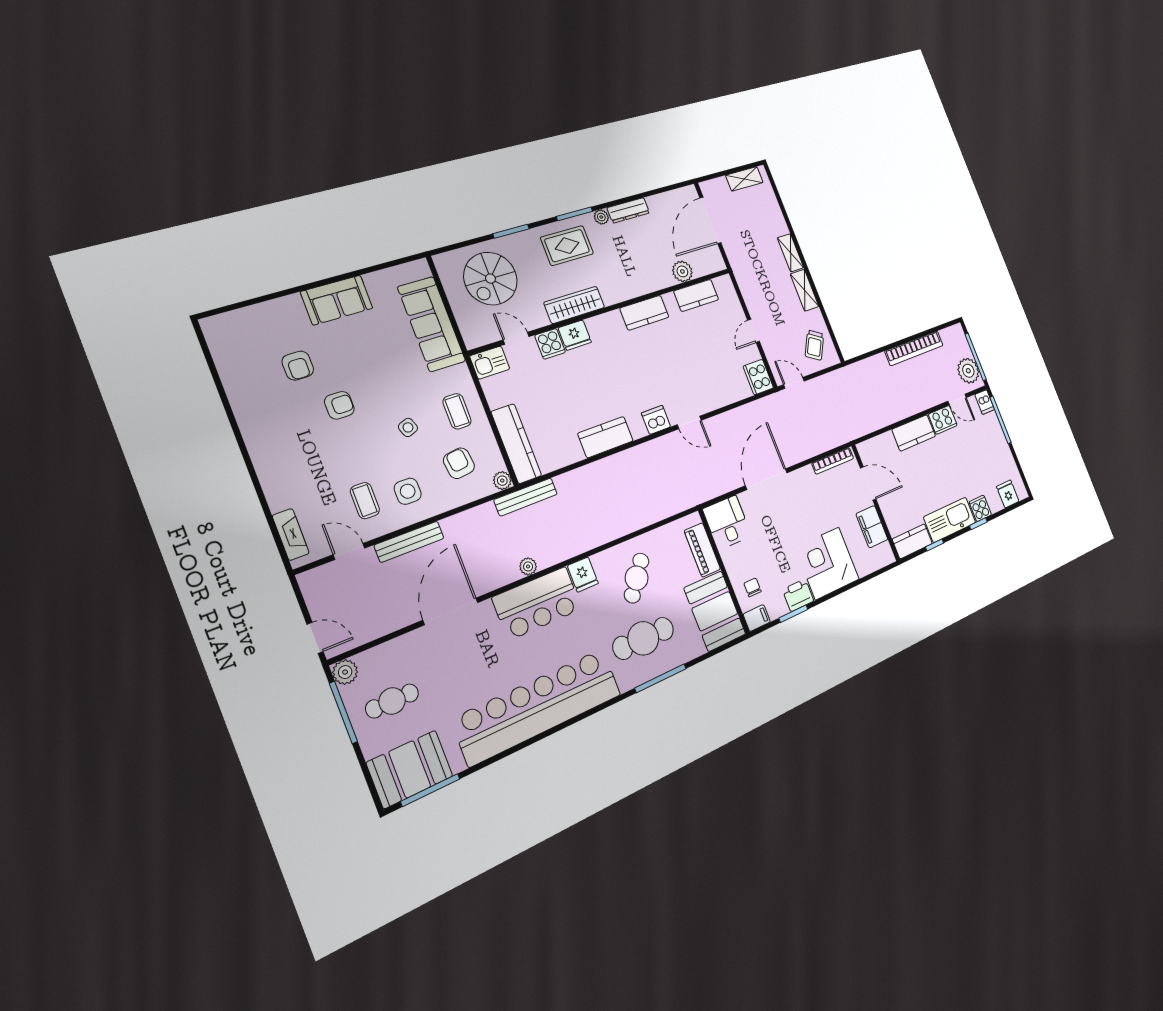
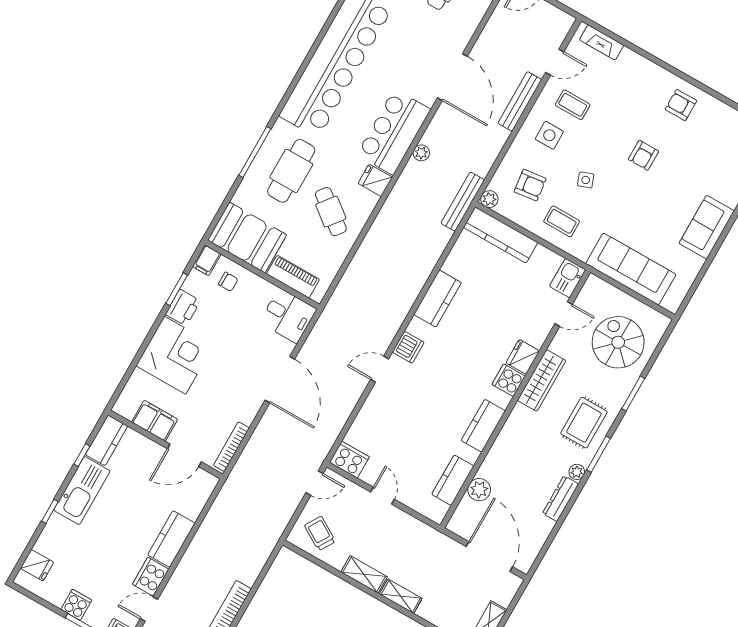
cooker: (550, 344) -> (509, 380), moved
armchair: (298, 366) -> (681, 105), moved
cooker: (980, 508) -> (76, 605), moved, turned -90

